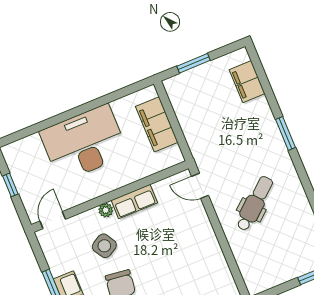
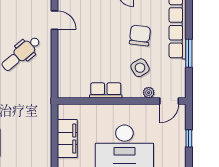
door: (200, 186) -> (54, 20), moved
plant: (106, 210) -> (149, 93), moved

